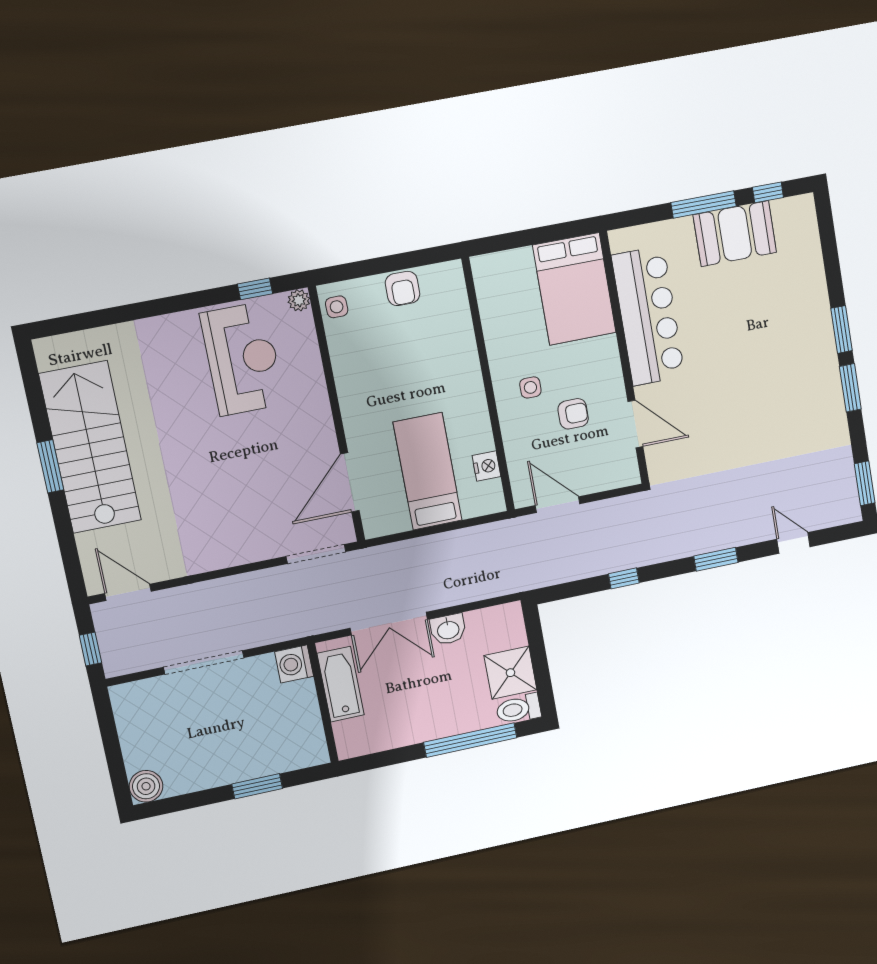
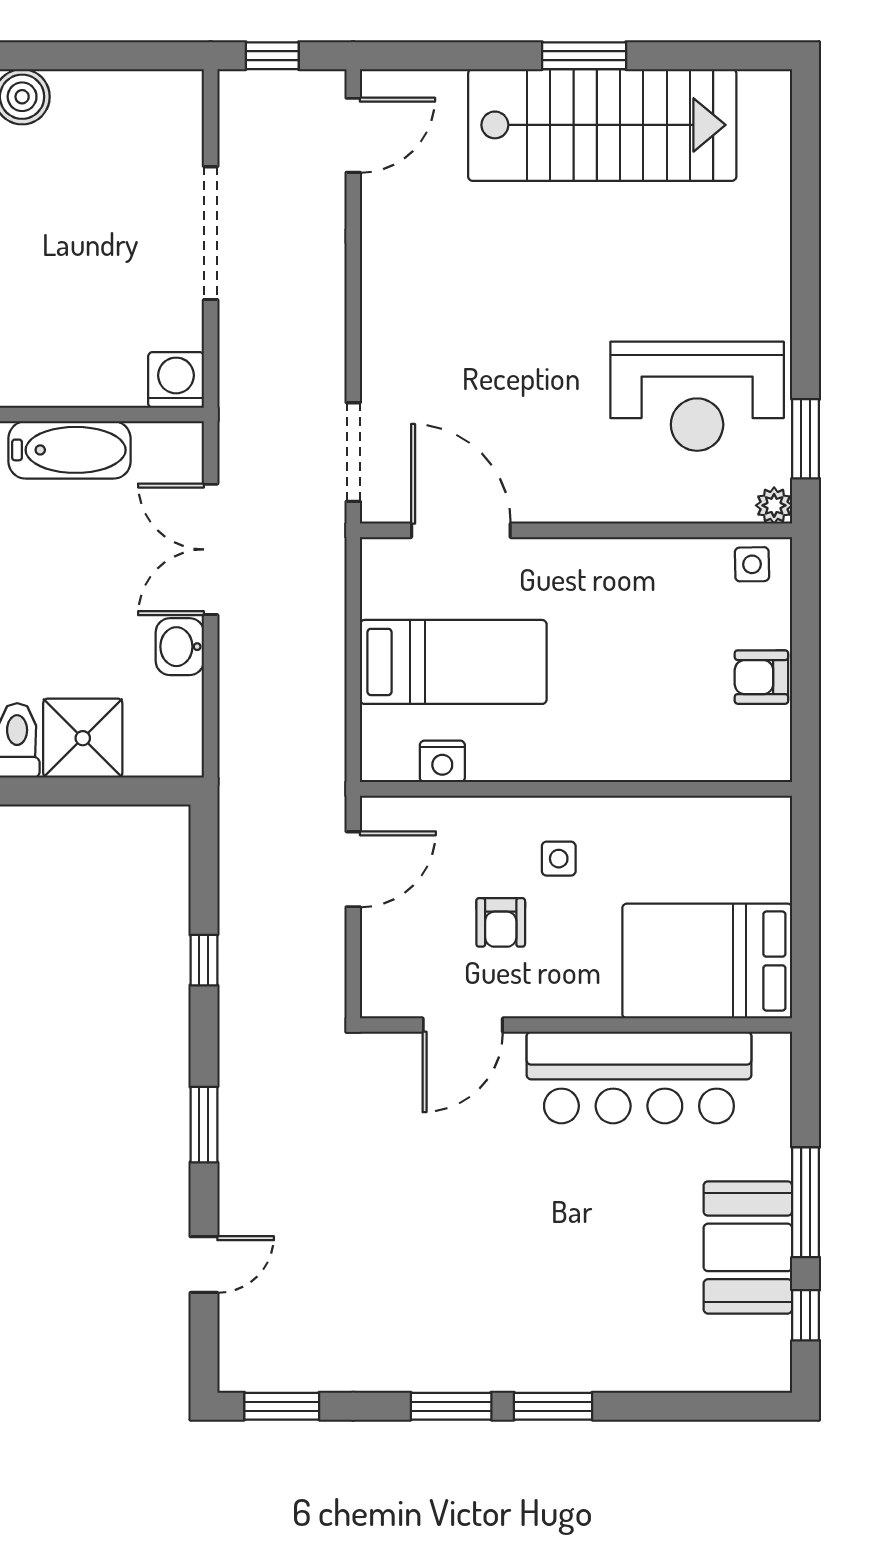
window: (255, 289) -> (806, 439), width x1.50
bathtub: (341, 684) -> (70, 450), moved

